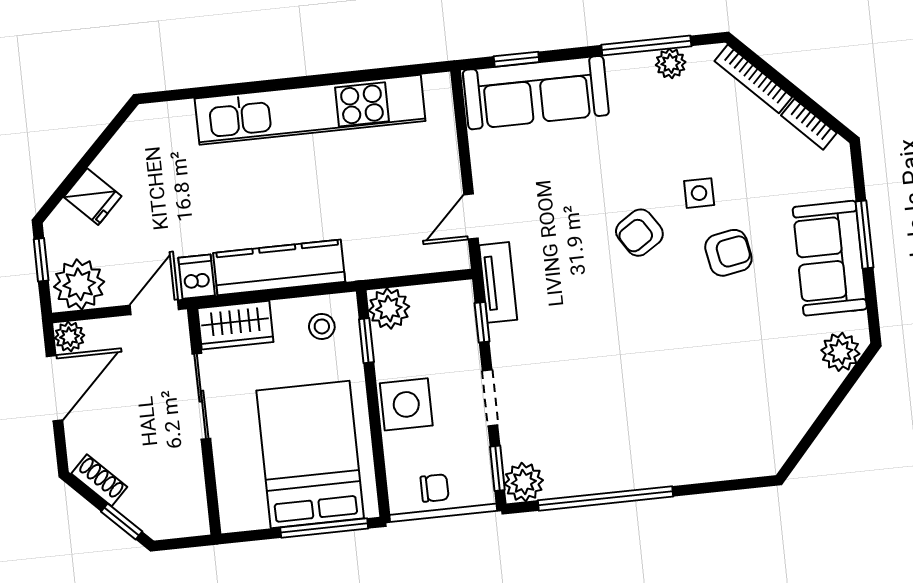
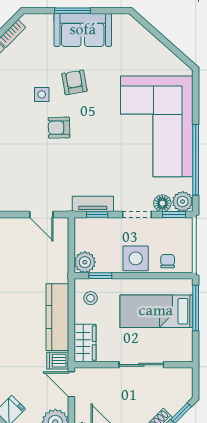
armchair: (639, 233) -> (59, 128), turned 122
tv unit: (498, 282) -> (93, 204), moved
plant: (840, 352) -> (132, 30), removed
sliding door: (201, 396) -> (141, 365), moved
corner sofa: (661, 418) -> (157, 126), added
floor lamp: (517, 444) -> (162, 203), added
bed: (310, 454) -> (156, 311), width x0.67
chair: (435, 488) -> (168, 261), moved

